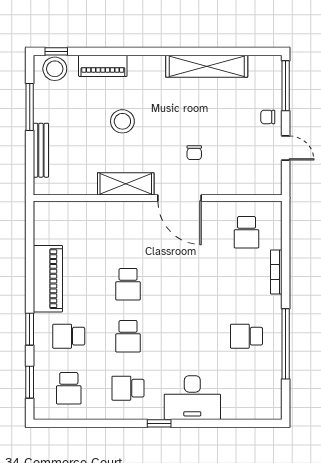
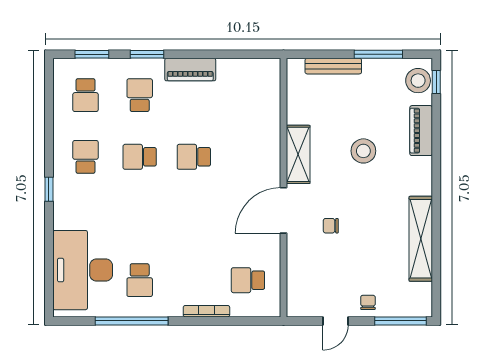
piano: (48, 279) -> (190, 70), width x0.73, depth x0.75
school desk: (246, 336) -> (140, 280), turned 180
school desk: (69, 388) -> (86, 95), turned -90
desk: (192, 398) -> (83, 270), moved, width x1.36, depth x1.30

